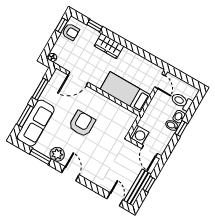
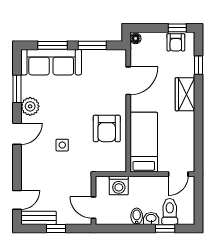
door: (78, 79) -> (128, 81), swing flipped
armchair: (82, 124) -> (107, 128), moved, turned 90
window: (181, 128) -> (165, 228), moved
washing machine: (139, 135) -> (119, 185), moved
side table: (95, 148) -> (62, 145), added
door: (149, 151) -> (93, 208), hinge flipped
bench: (138, 188) -> (39, 218), width x0.73

